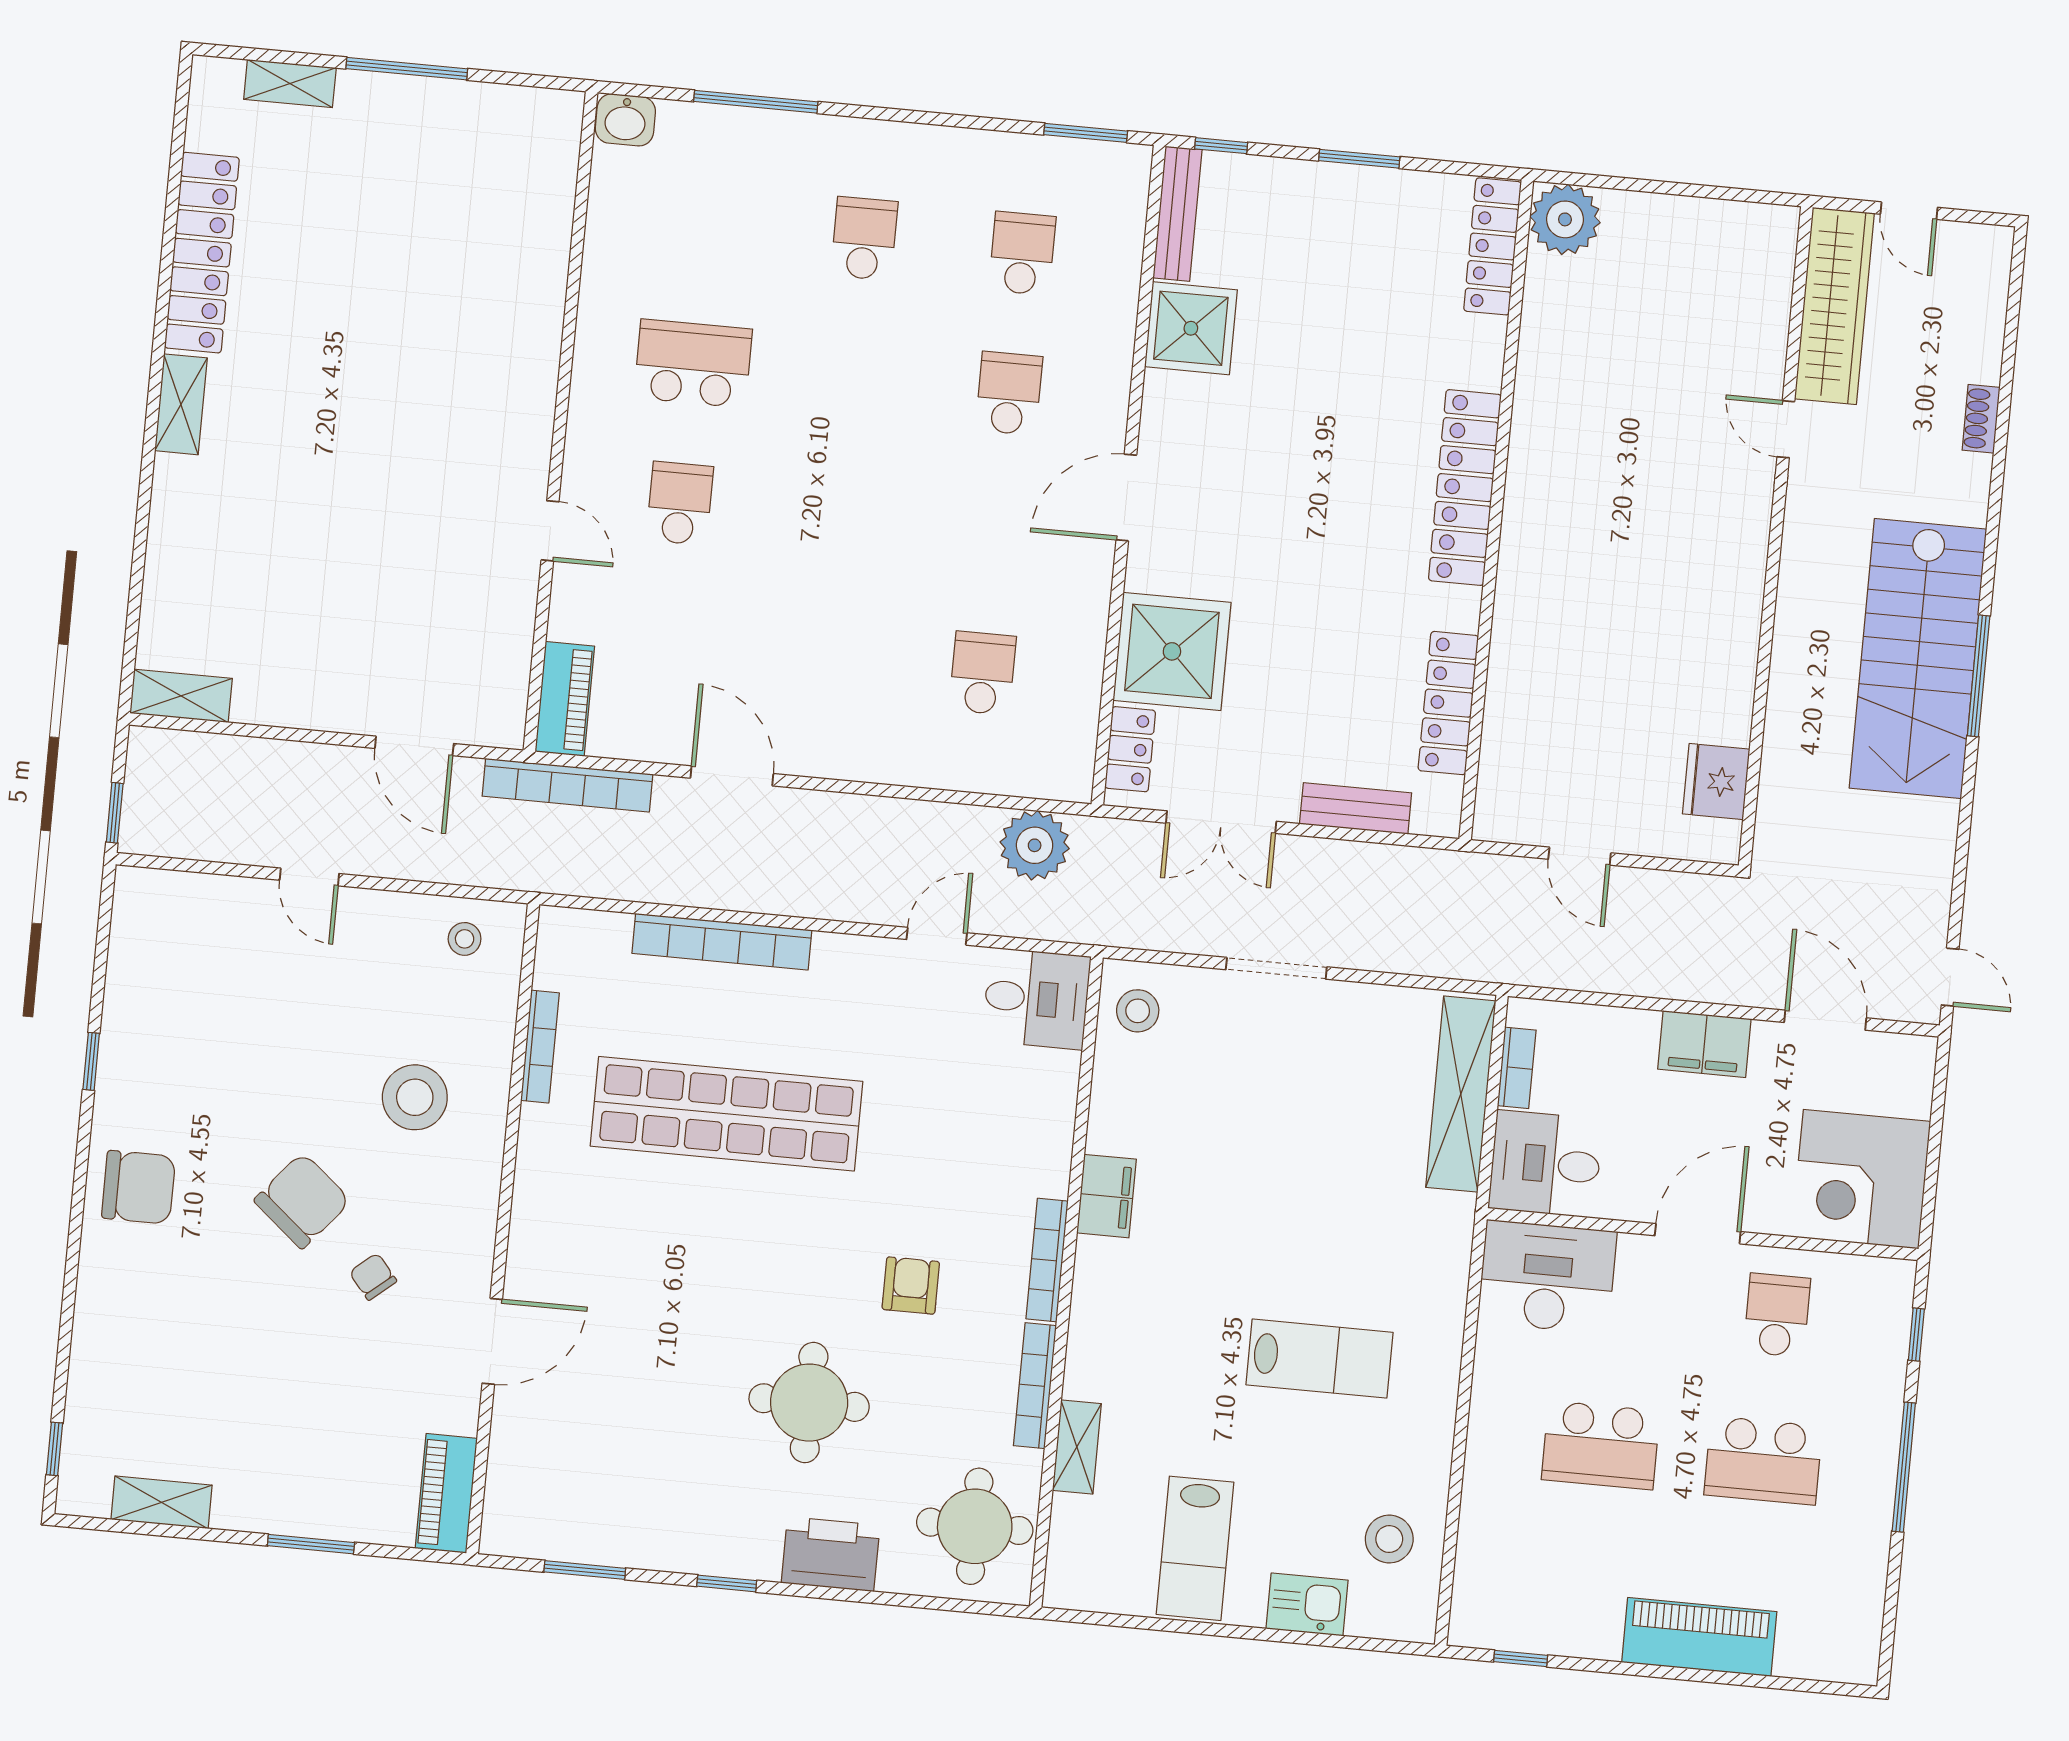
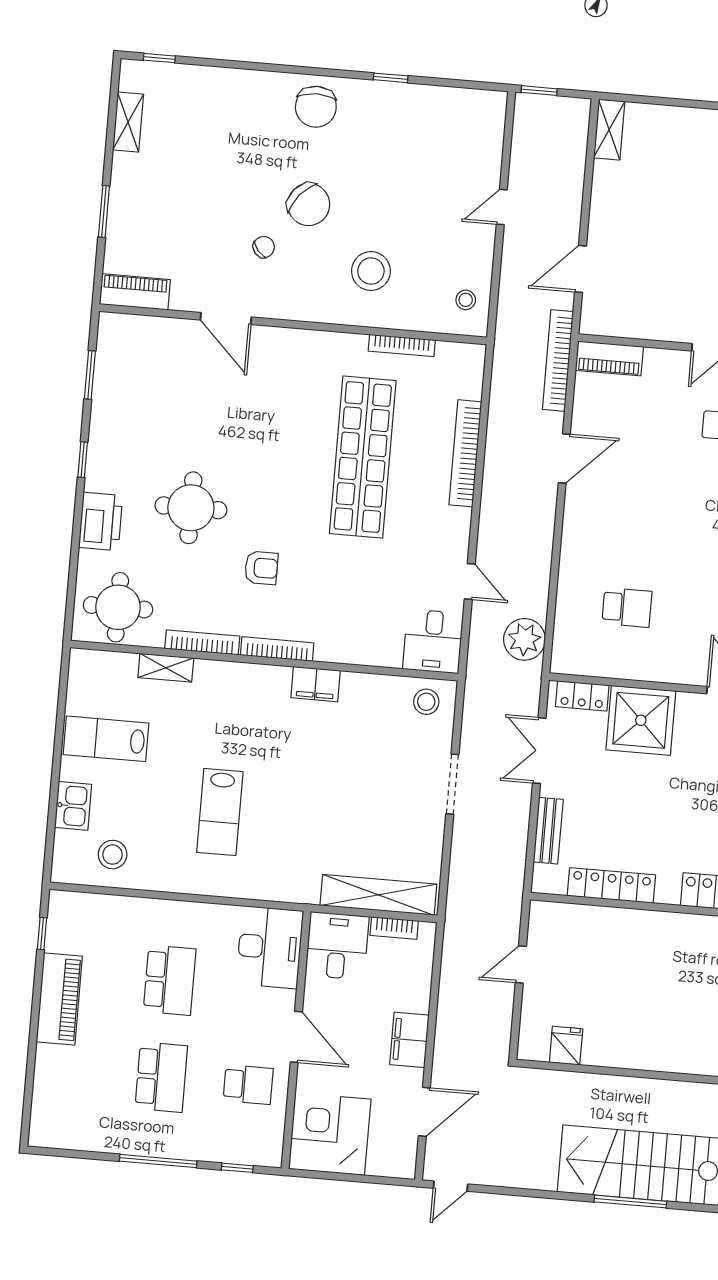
fridge: (1716, 782) -> (566, 1046), width x0.72
school desk: (1601, 1445) -> (170, 980), turned 180
school desk: (1763, 1461) -> (161, 1077), turned 180
piano: (1699, 1637) -> (59, 999), moved

